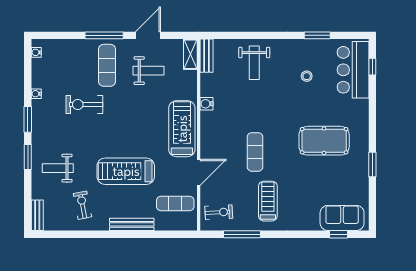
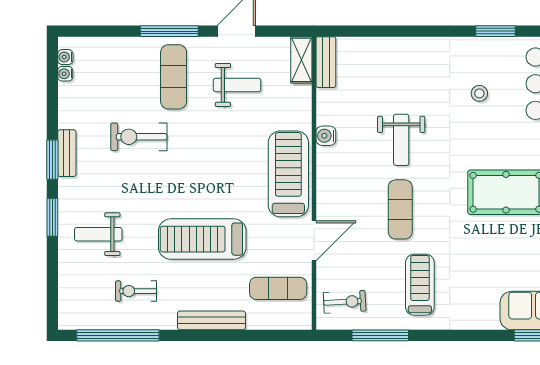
weight bench: (254, 63) -> (401, 140), moved
water cooler: (36, 94) -> (65, 74), moved
exercise bike: (82, 205) -> (136, 291), turned -79
bench: (37, 215) -> (67, 153), moved
window: (71, 234) -> (118, 335), added

